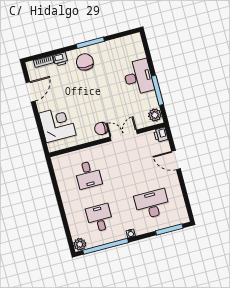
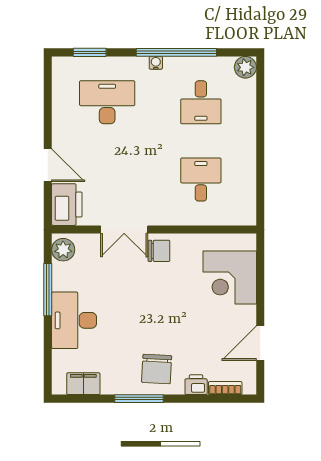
filing cabinet: (124, 43) -> (83, 384), added
printer: (161, 135) -> (67, 205), width x1.87, depth x1.48
desk: (152, 204) -> (107, 102), turned 180
window: (169, 230) -> (90, 52), width x0.69
window: (106, 246) -> (176, 52), moved

